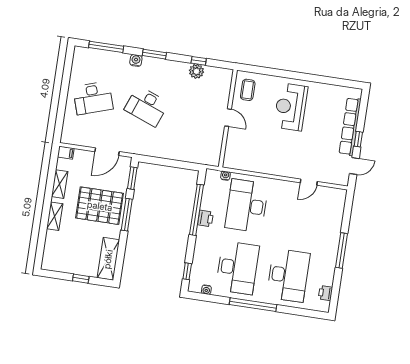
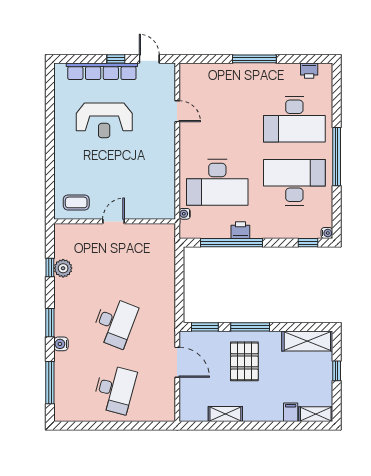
desk: (93, 98) -> (115, 389), turned 33
reception desk: (291, 107) -> (104, 120), moved
filing cabinet: (66, 153) -> (291, 412), moved
pallet: (100, 206) -> (244, 361), width x0.73, depth x0.71
shelving: (55, 216) -> (316, 414), moved
desk: (288, 275) -> (294, 119), turned 180
water cooler: (206, 290) -> (327, 233), moved

